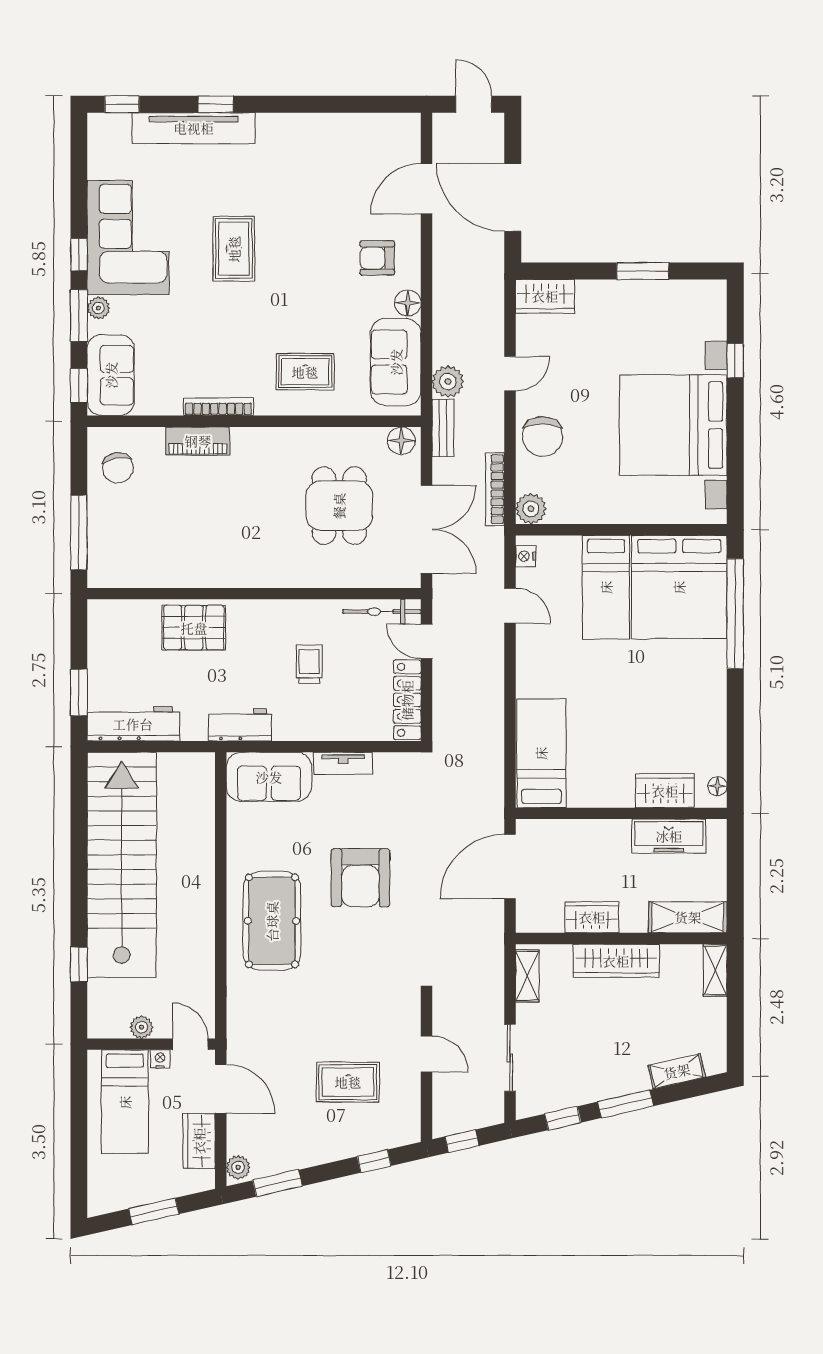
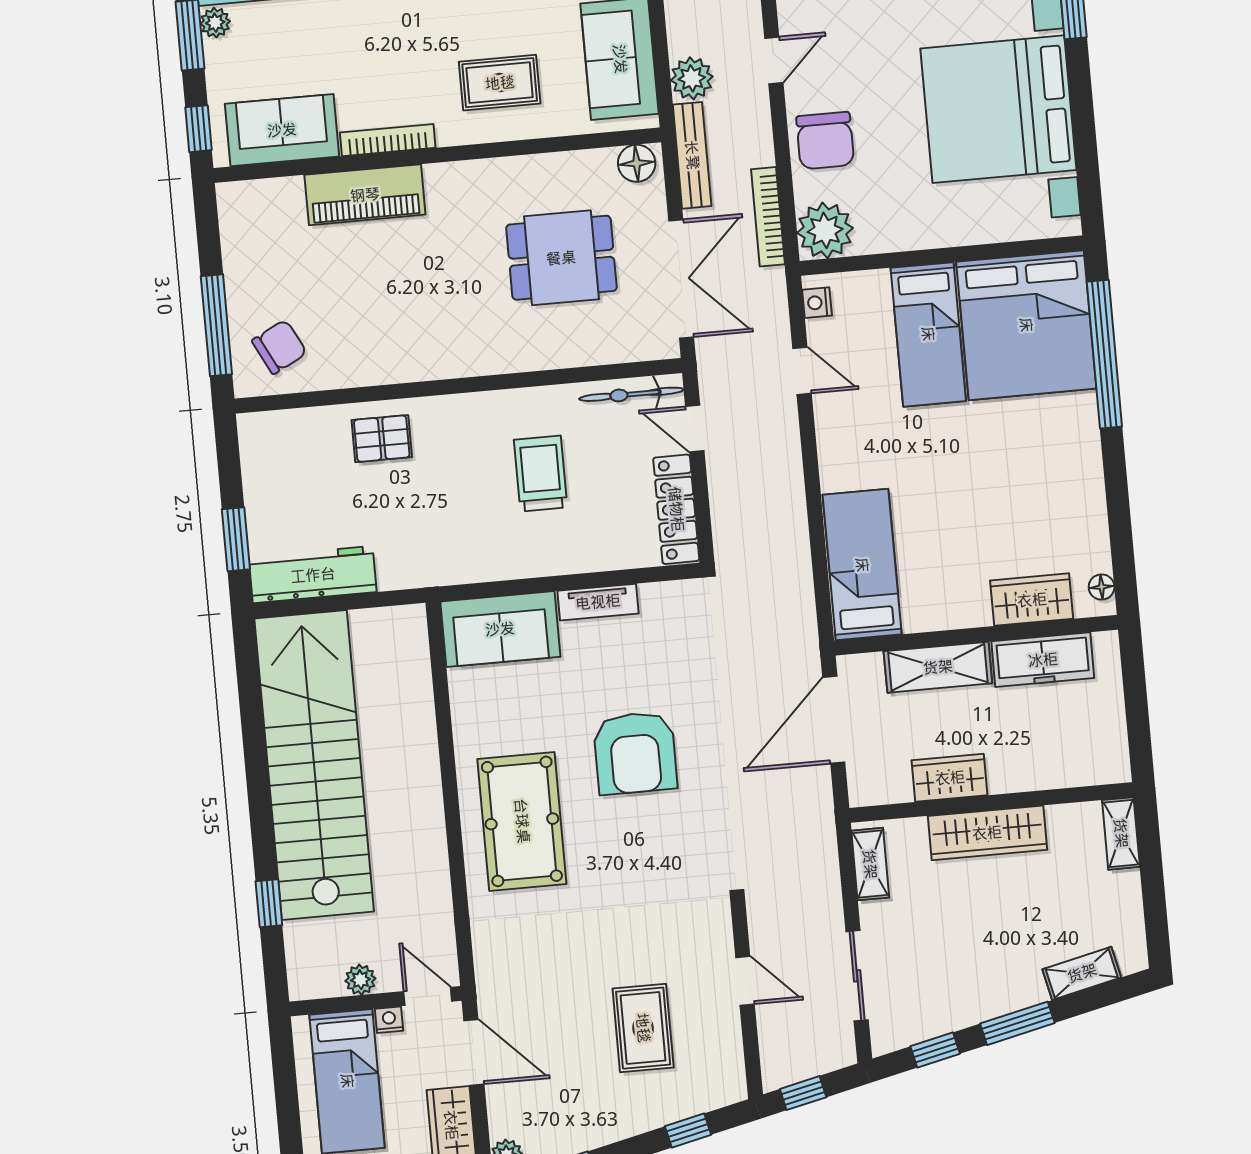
sofa: (111, 375) -> (282, 130), moved, turned -90
bench: (443, 428) -> (692, 155), width x1.36
piano: (198, 441) -> (365, 195), width x1.37, depth x1.33
chair: (118, 468) -> (279, 347), moved, turned -108
dining table: (339, 506) -> (561, 258), turned 90
plant: (531, 509) -> (825, 230), width x1.36, depth x1.36
pallet: (194, 628) -> (382, 439), width x0.67, depth x0.71
trolley: (309, 664) -> (541, 474), width x1.36, depth x1.39
workbench: (240, 725) -> (455, 563), removed
shelving: (688, 917) -> (938, 667), moved
rug: (348, 1082) -> (643, 1028), turned 90

